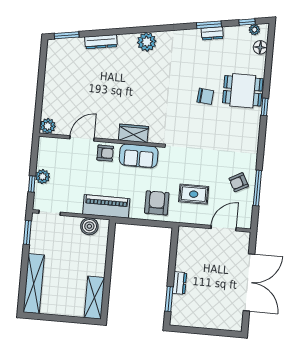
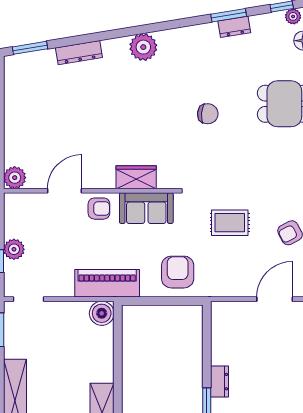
chair: (205, 96) -> (208, 114), moved
rug: (194, 194) -> (230, 223), moved
boiler: (89, 226) -> (102, 313), moved

